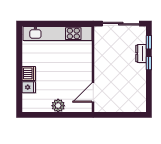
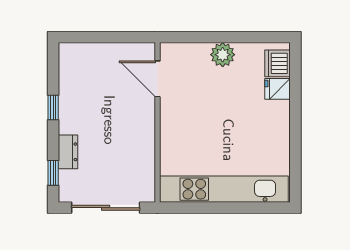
window: (149, 63) -> (53, 107), moved
dishwasher: (29, 73) -> (277, 63), moved
door: (93, 93) -> (157, 79), swing flipped

